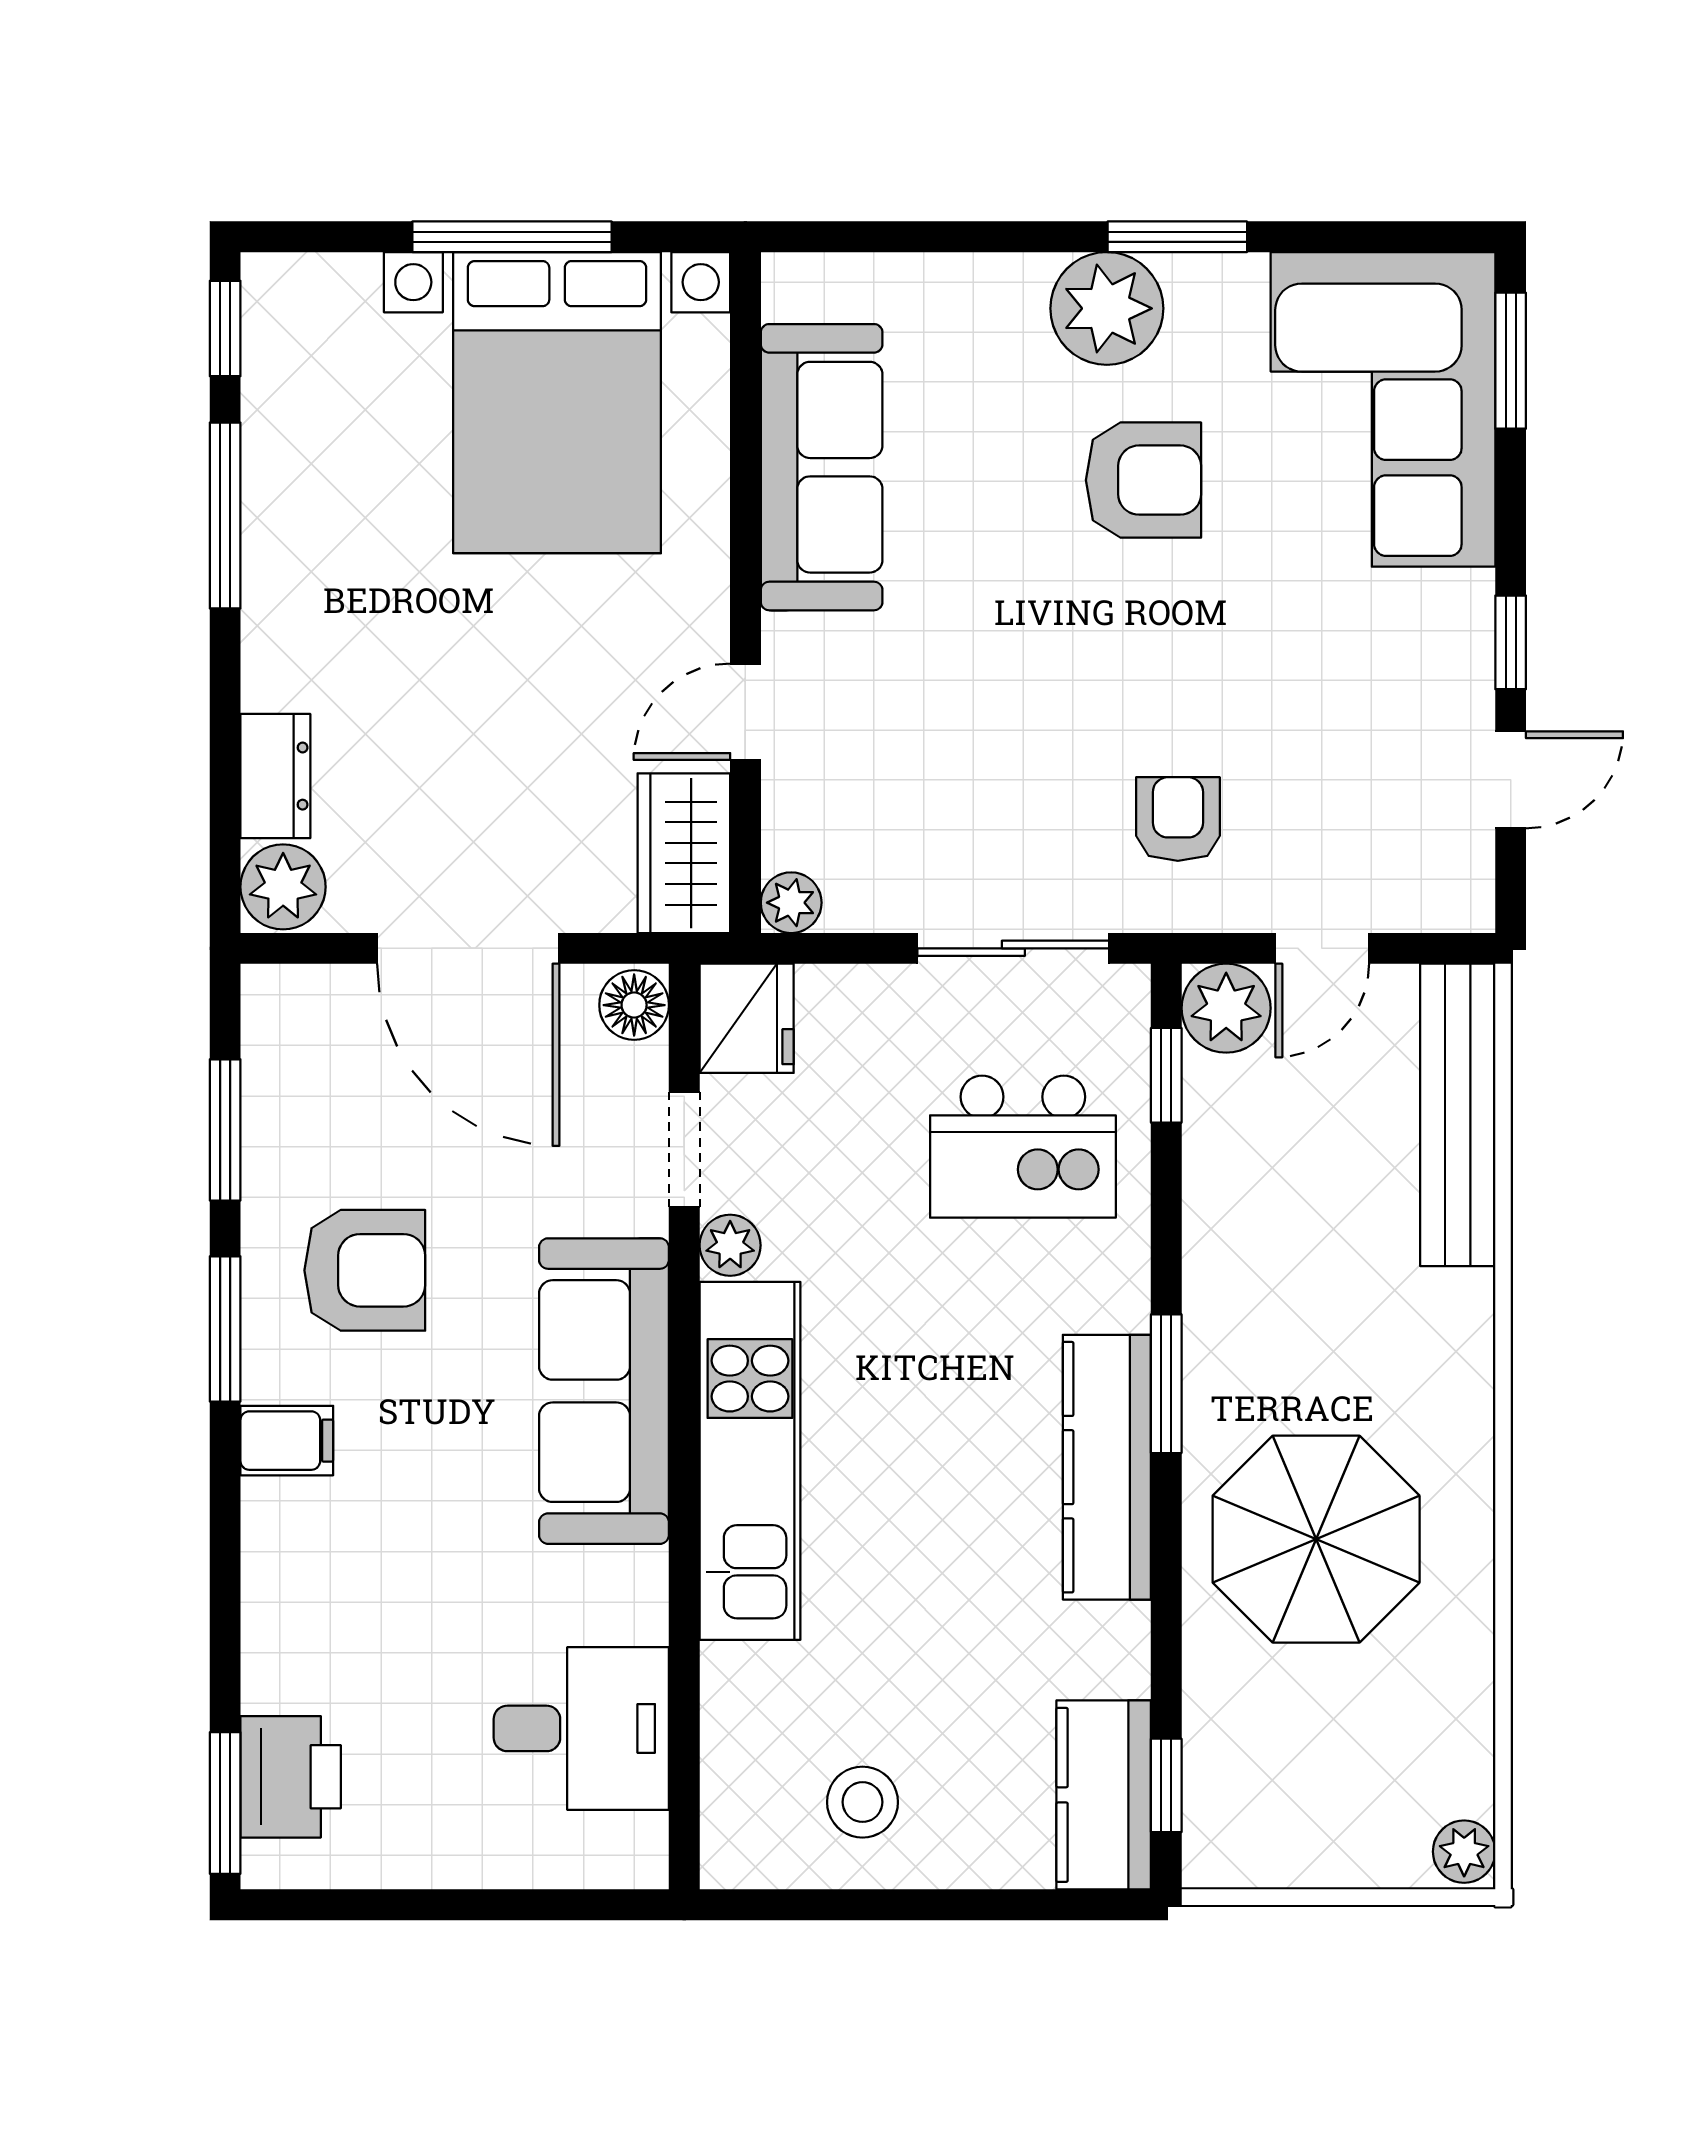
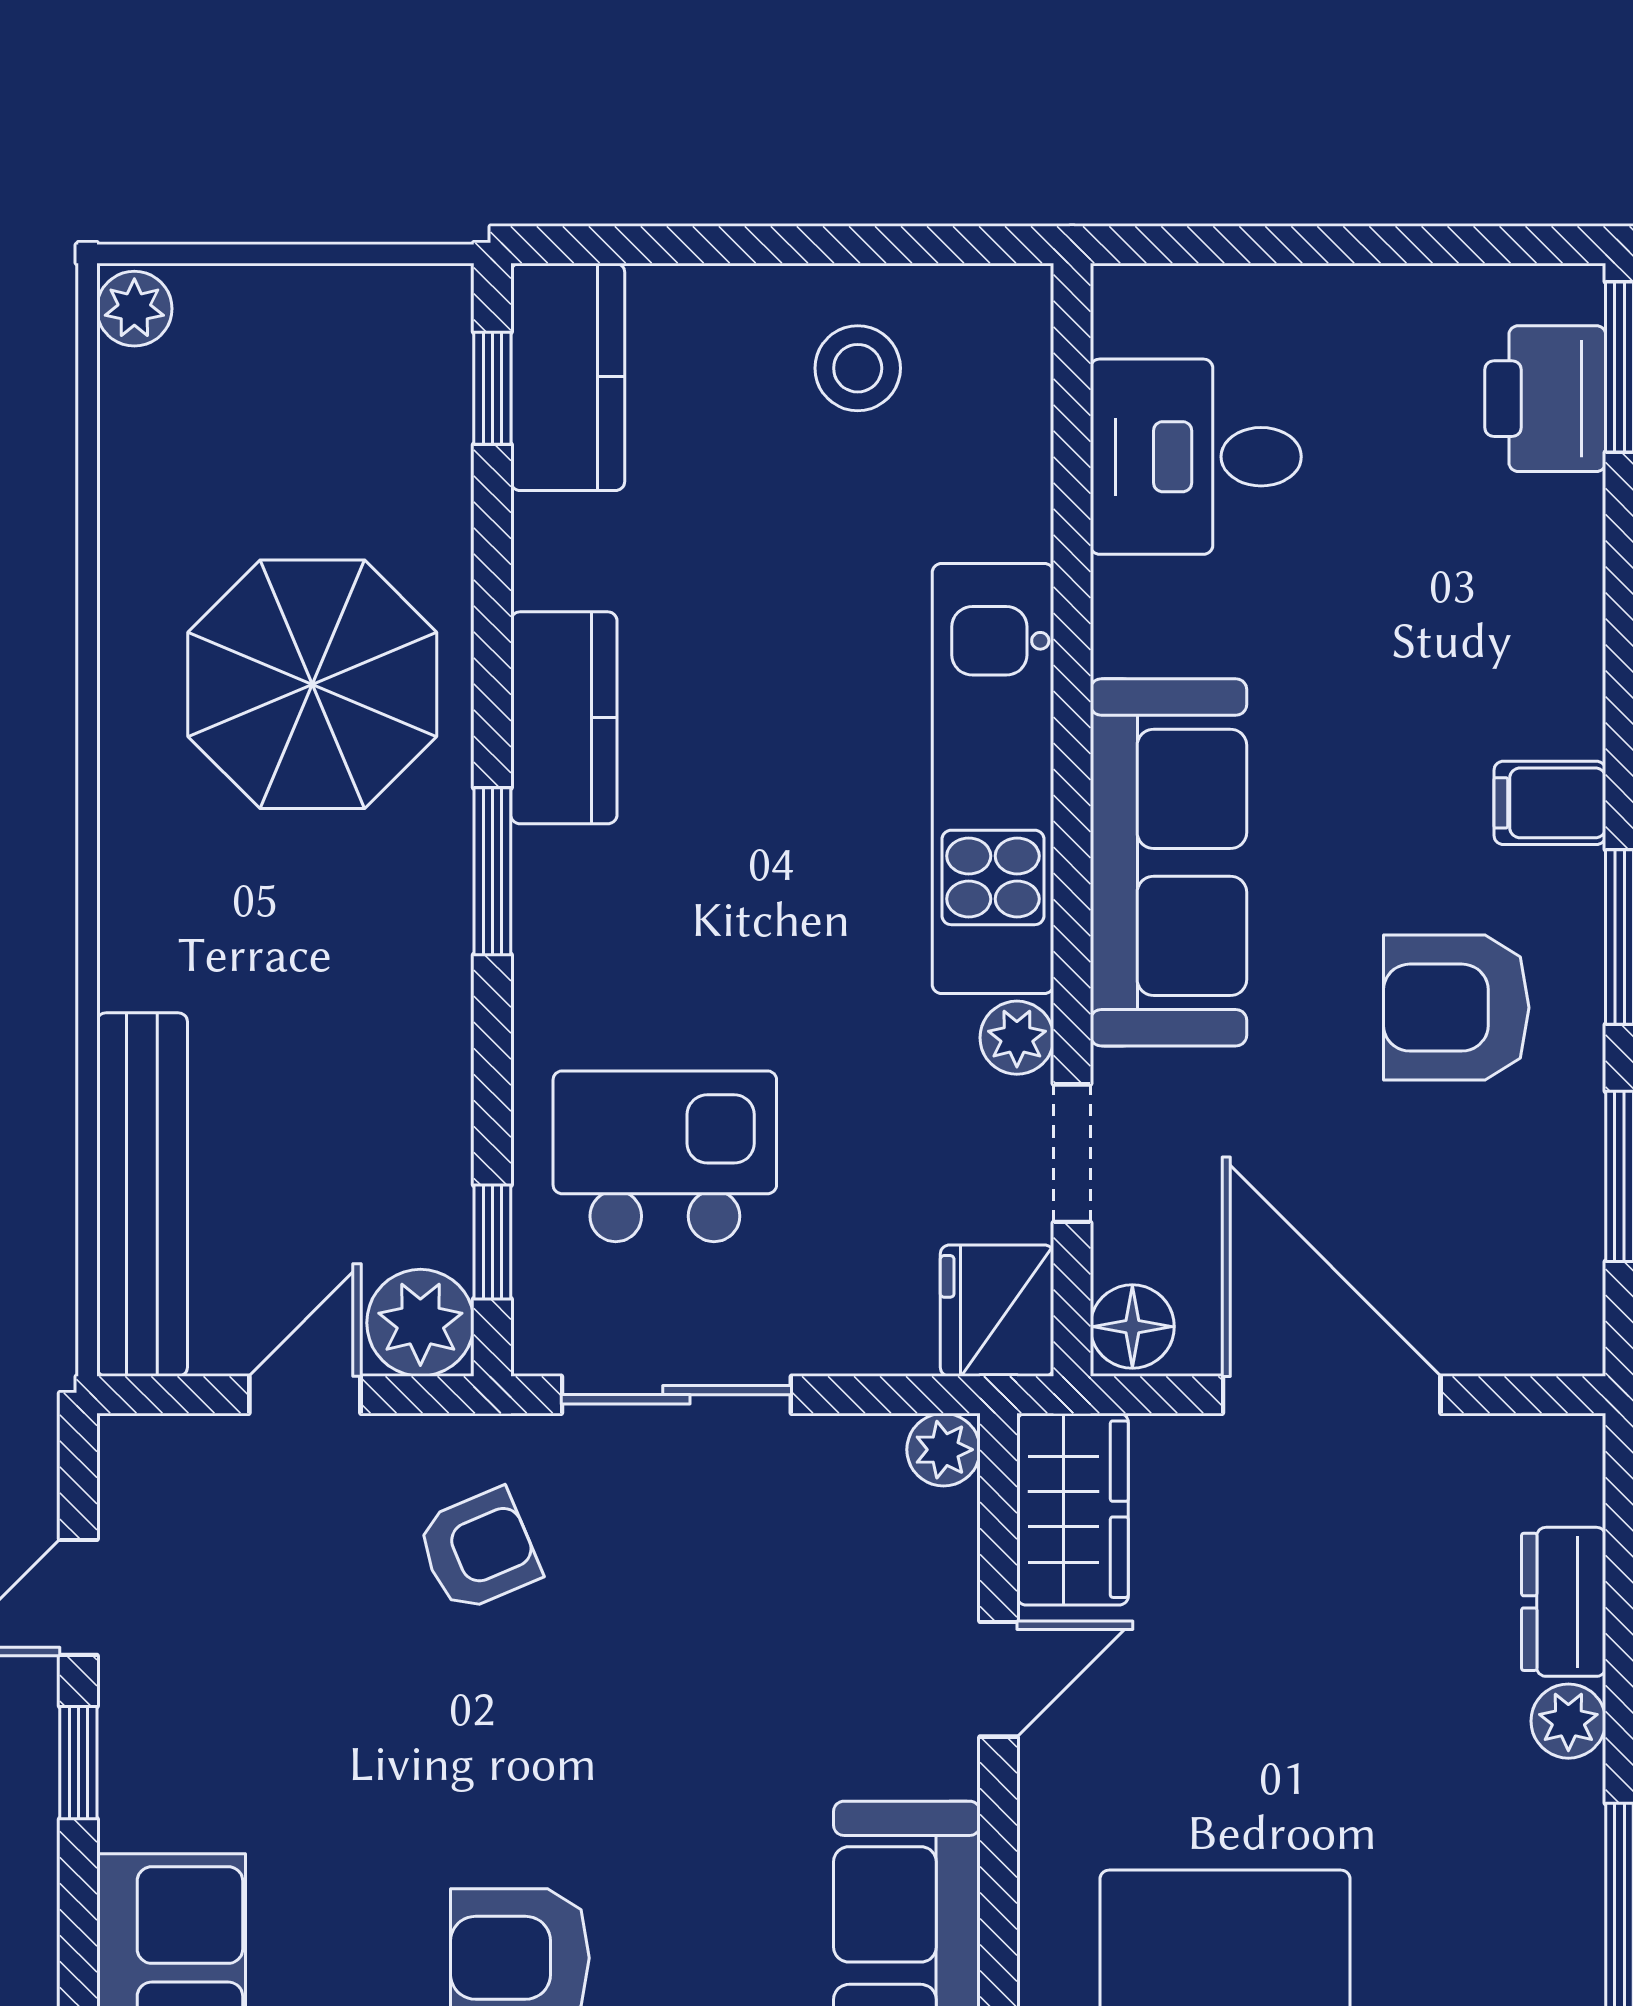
armchair: (1178, 819) -> (478, 1550), turned -113
plant: (283, 887) -> (1568, 1721), moved, width x0.73, depth x0.73
kitchen counter: (1107, 1467) -> (564, 718), width x0.67

